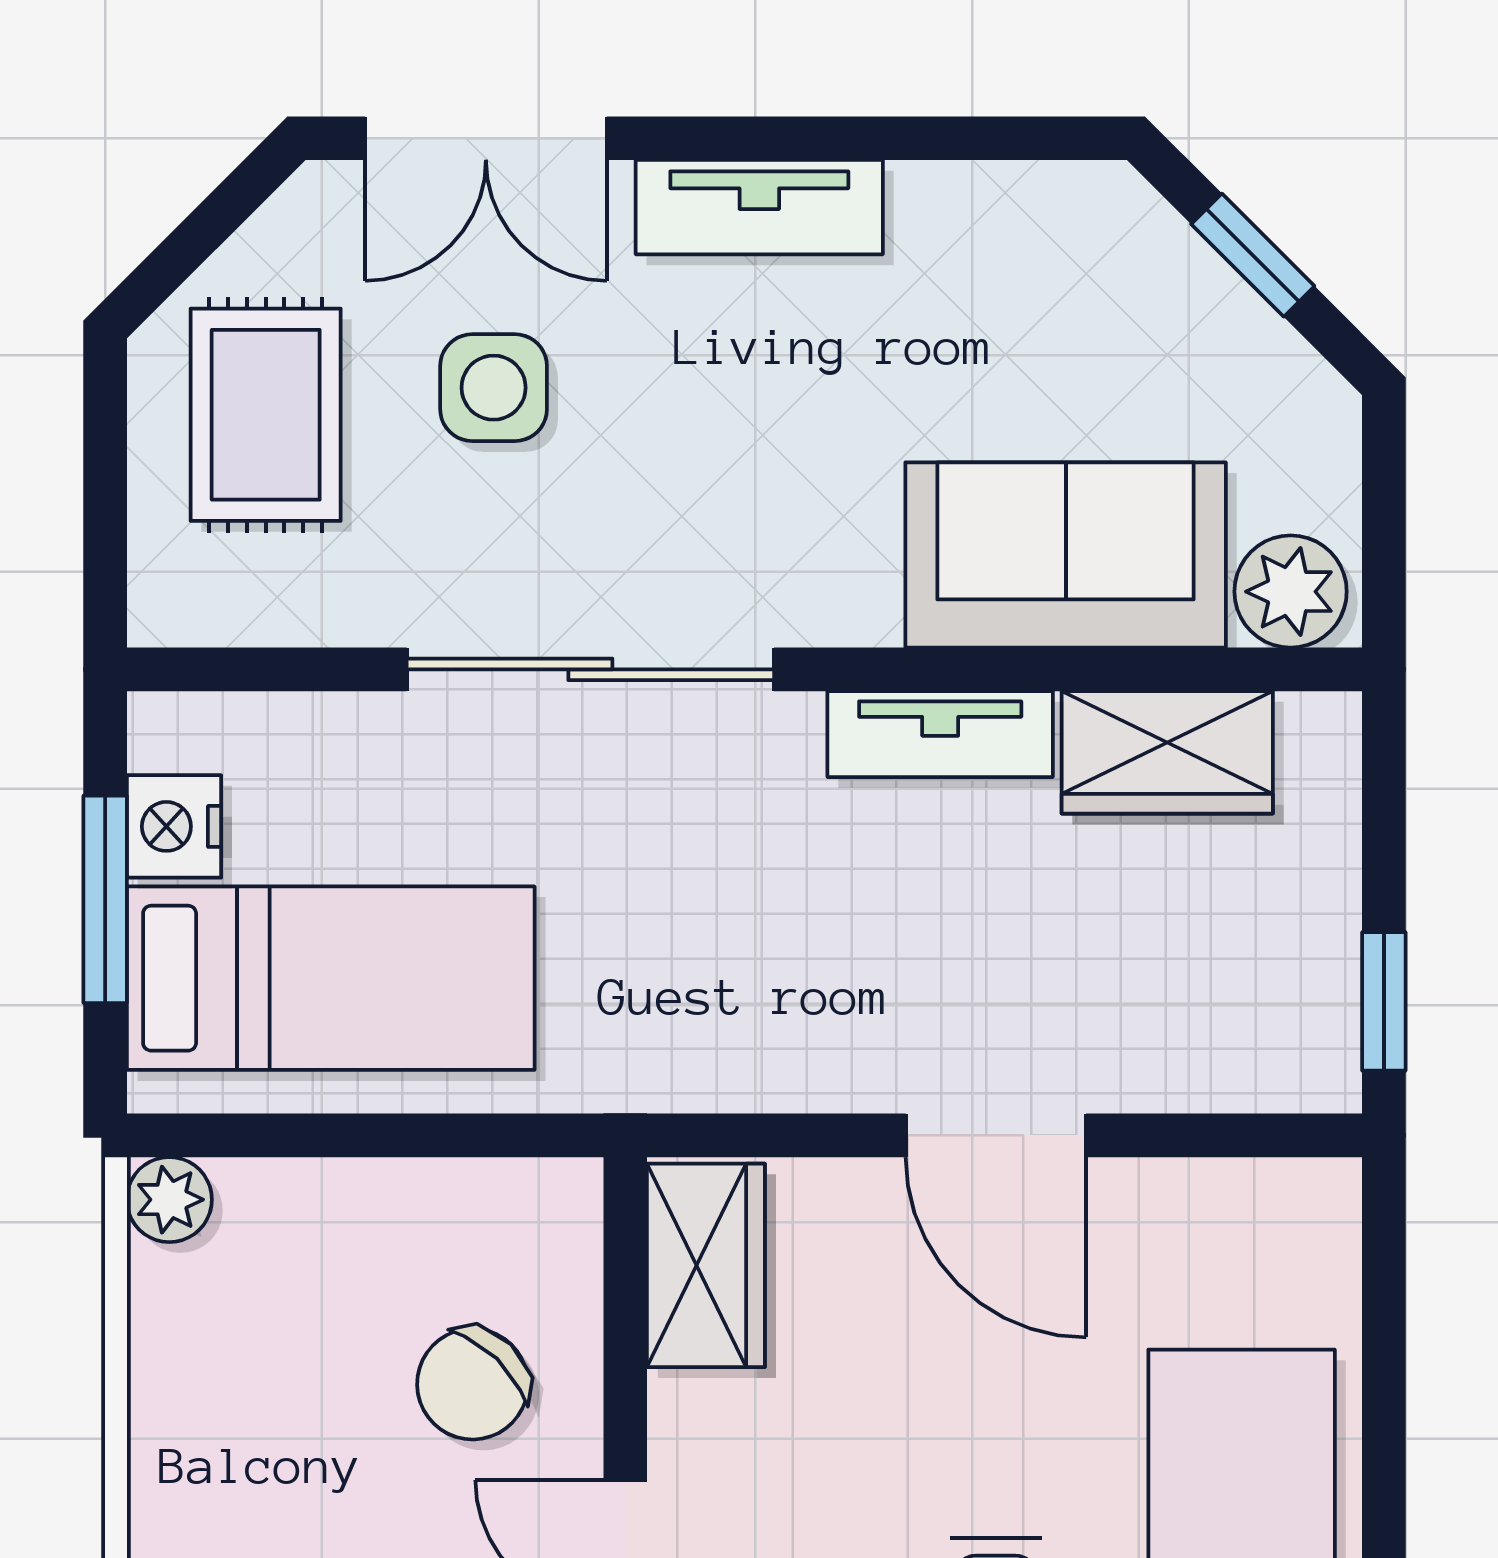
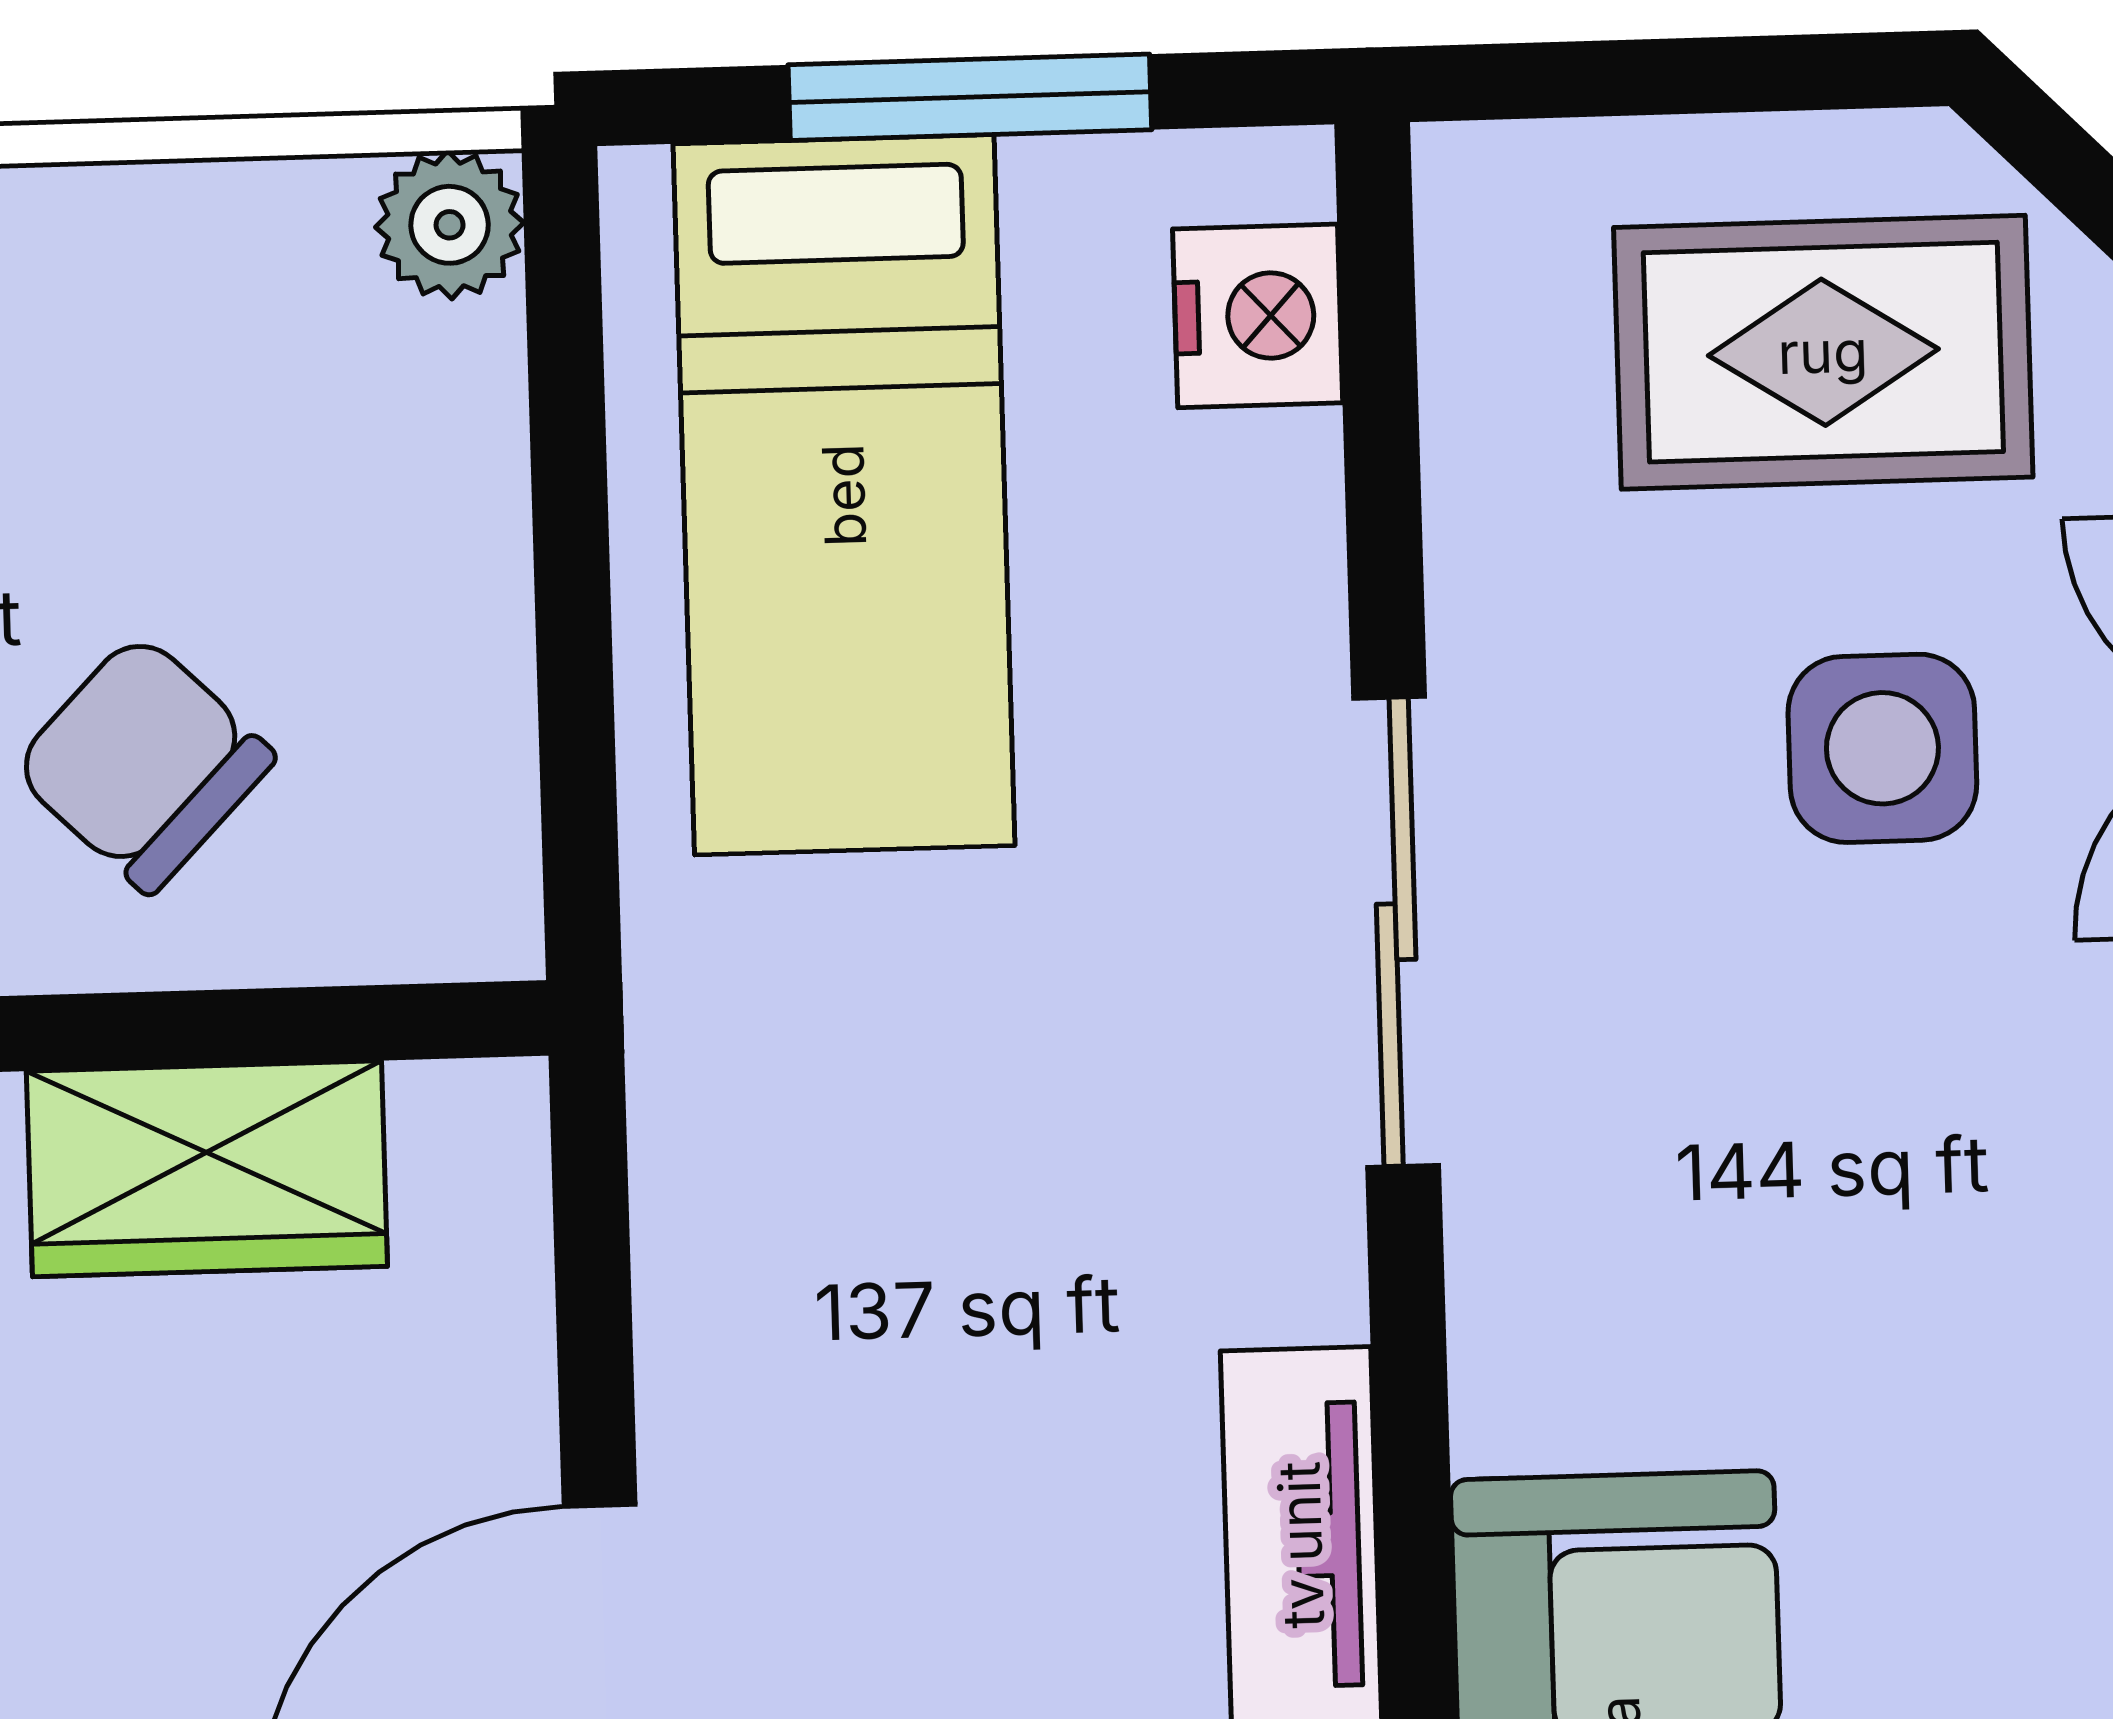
sliding door: (590, 669) -> (1396, 932), width x0.73
nightstand: (174, 826) -> (1258, 316), moved, turned 90
wardrobe: (706, 1265) -> (207, 1169), moved

